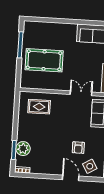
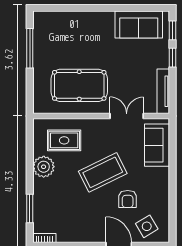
pool table: (44, 60) -> (79, 85), moved
coffee table: (63, 129) -> (103, 172), added
plant: (23, 149) -> (44, 167), moved

